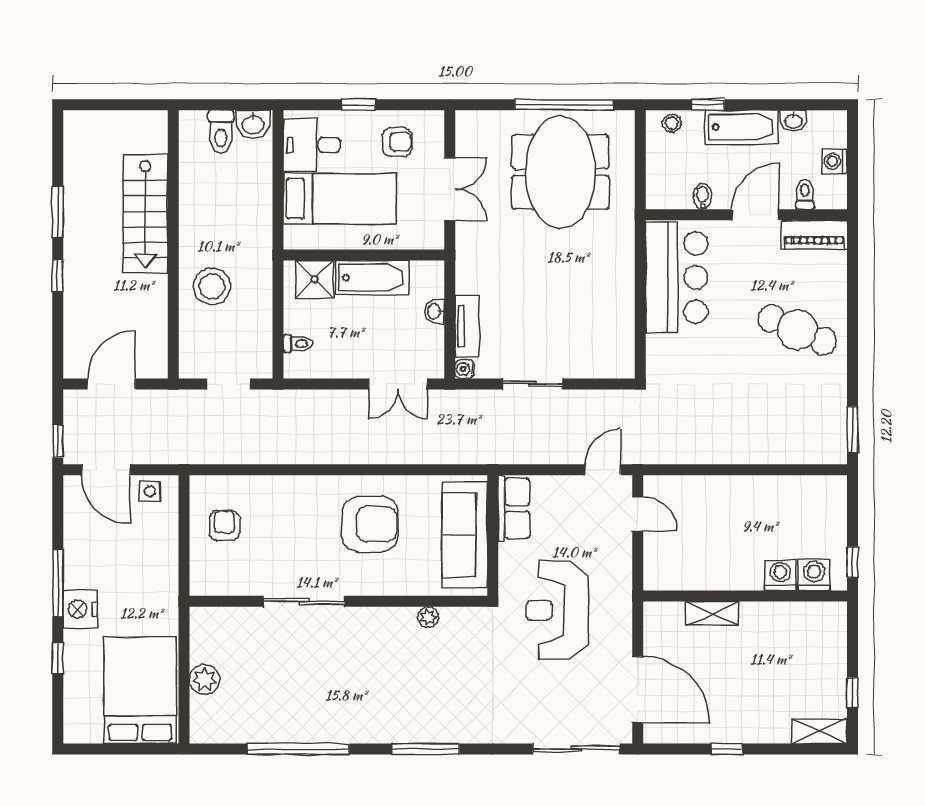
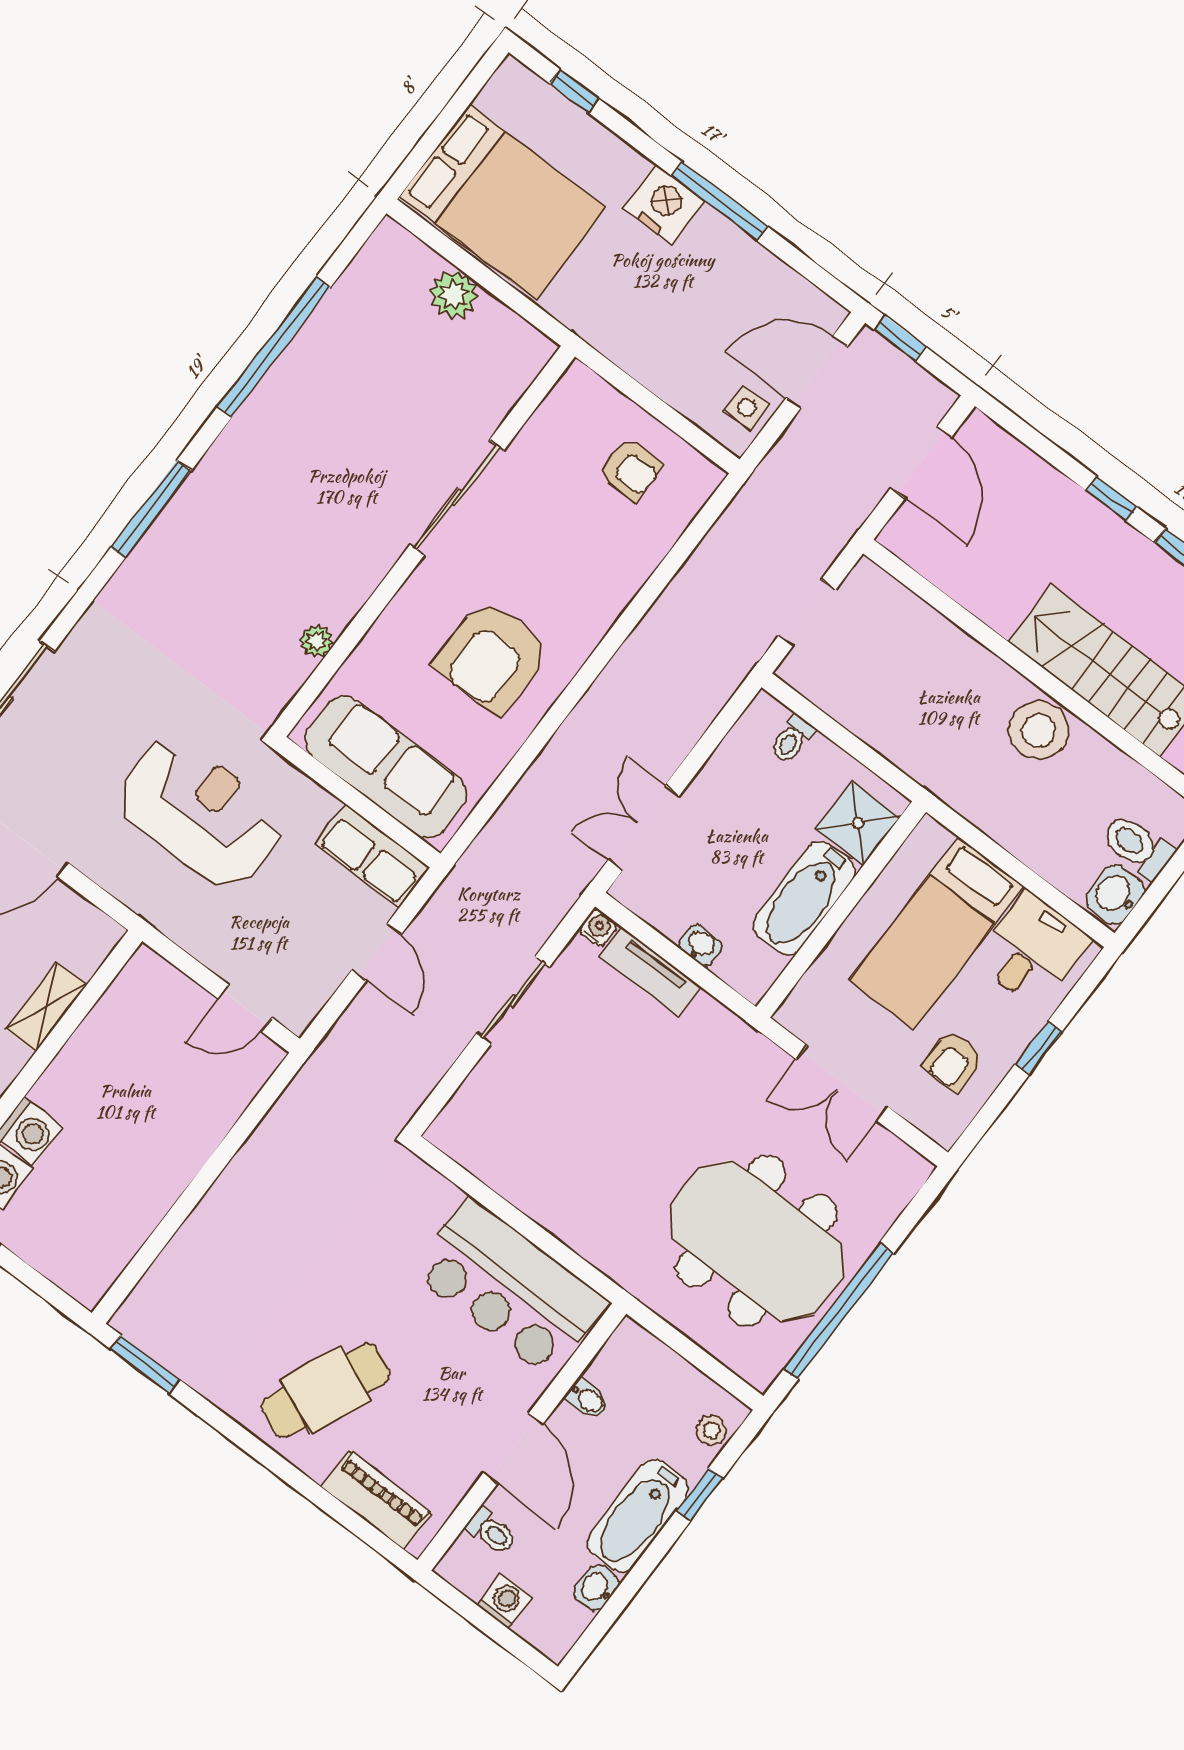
piano: (814, 235) -> (377, 1500), moved, turned 90
stool: (212, 286) -> (1039, 730), moved
door: (603, 470) -> (376, 952), moved
window: (58, 658) -> (574, 91), moved

